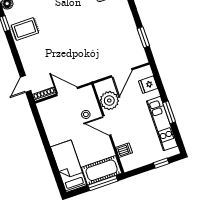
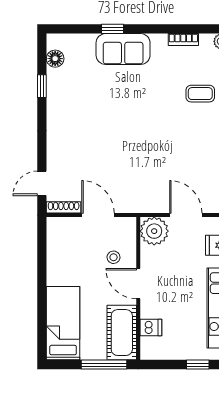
rug: (25, 29) -> (68, 104), removed
door: (122, 73) -> (186, 215), swing flipped
plant: (109, 101) -> (154, 231), moved
cot: (102, 170) -> (122, 333), moved, turned 90

